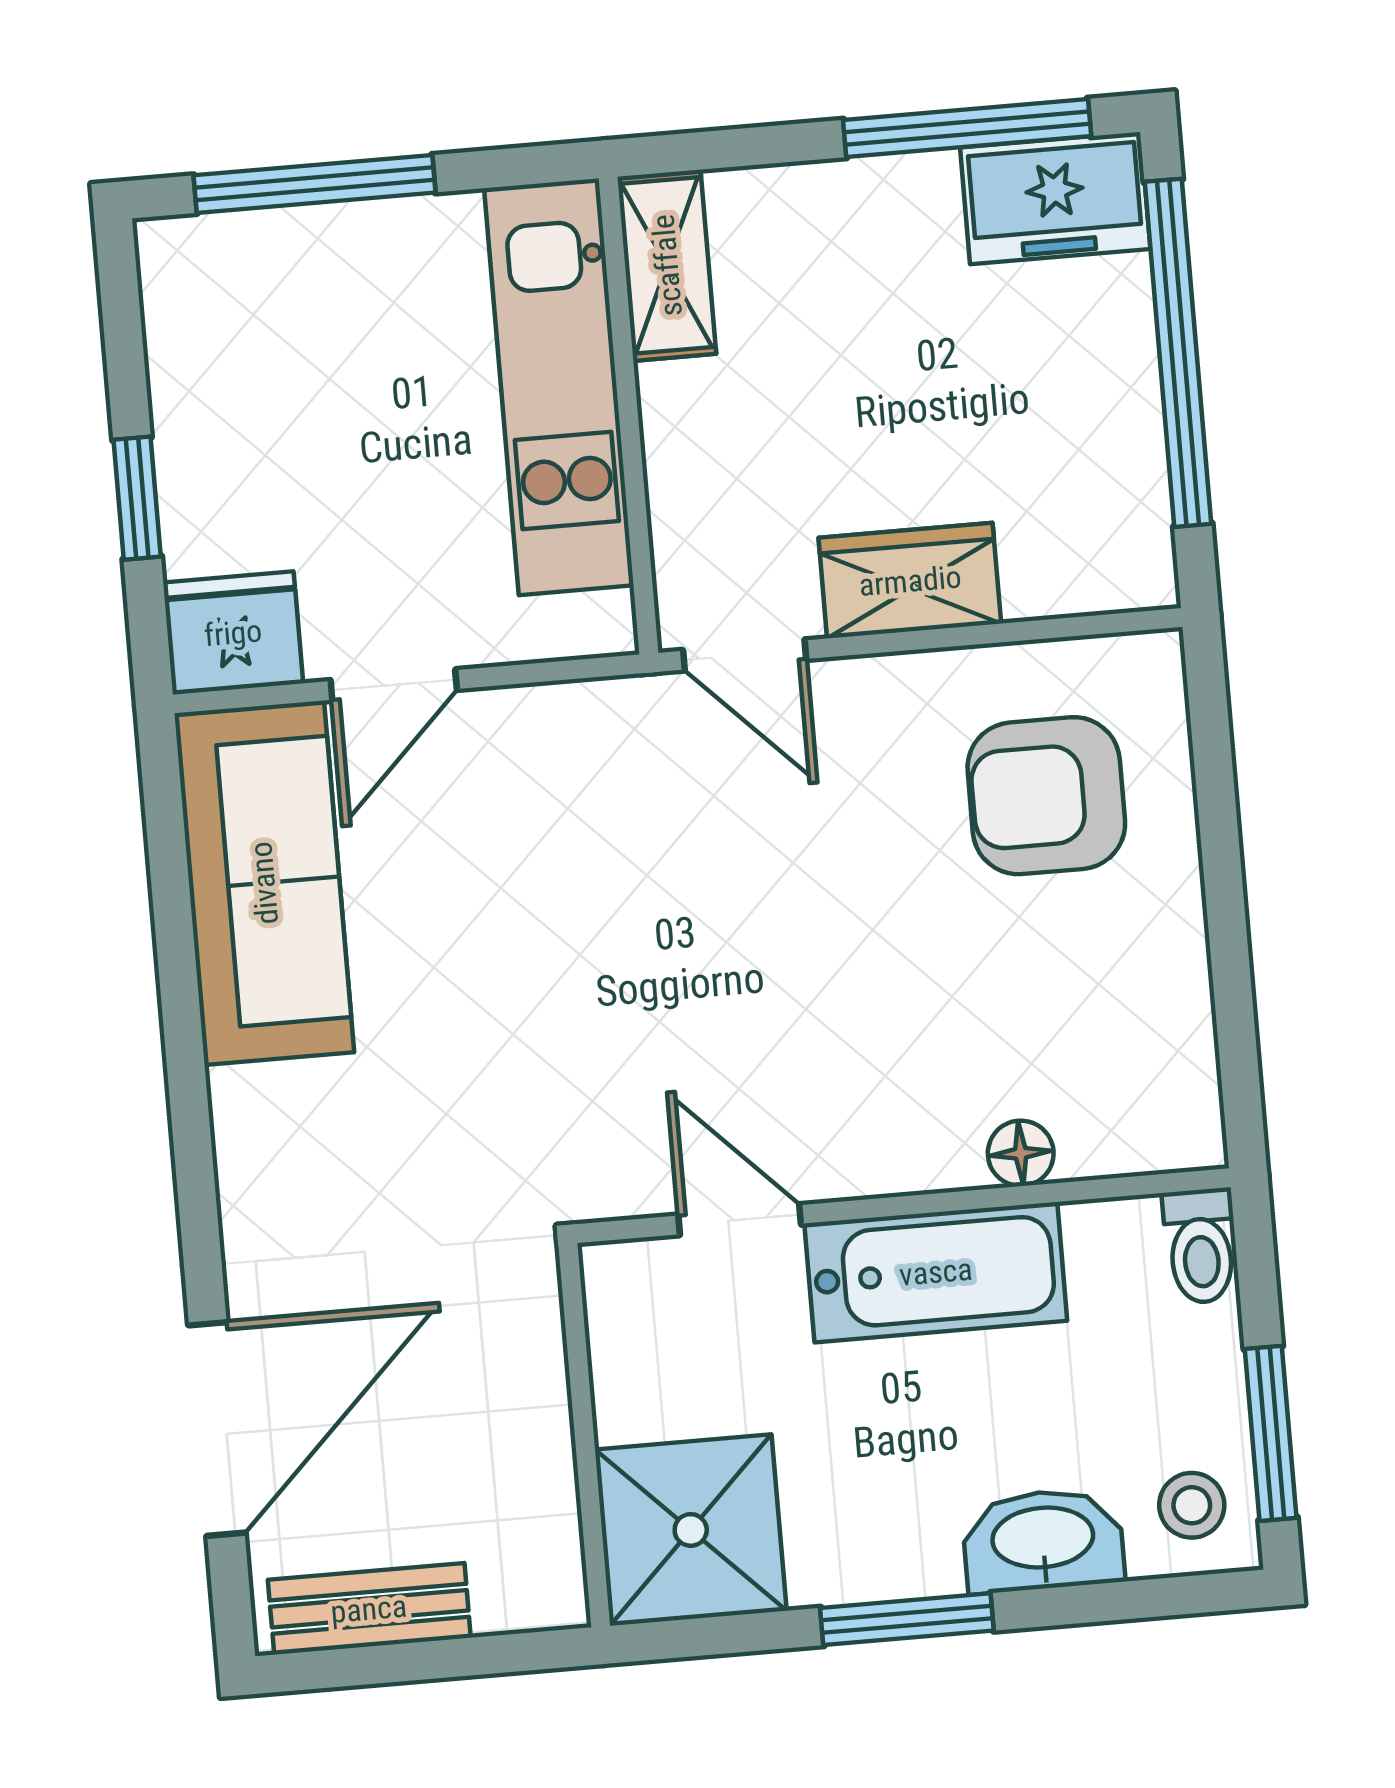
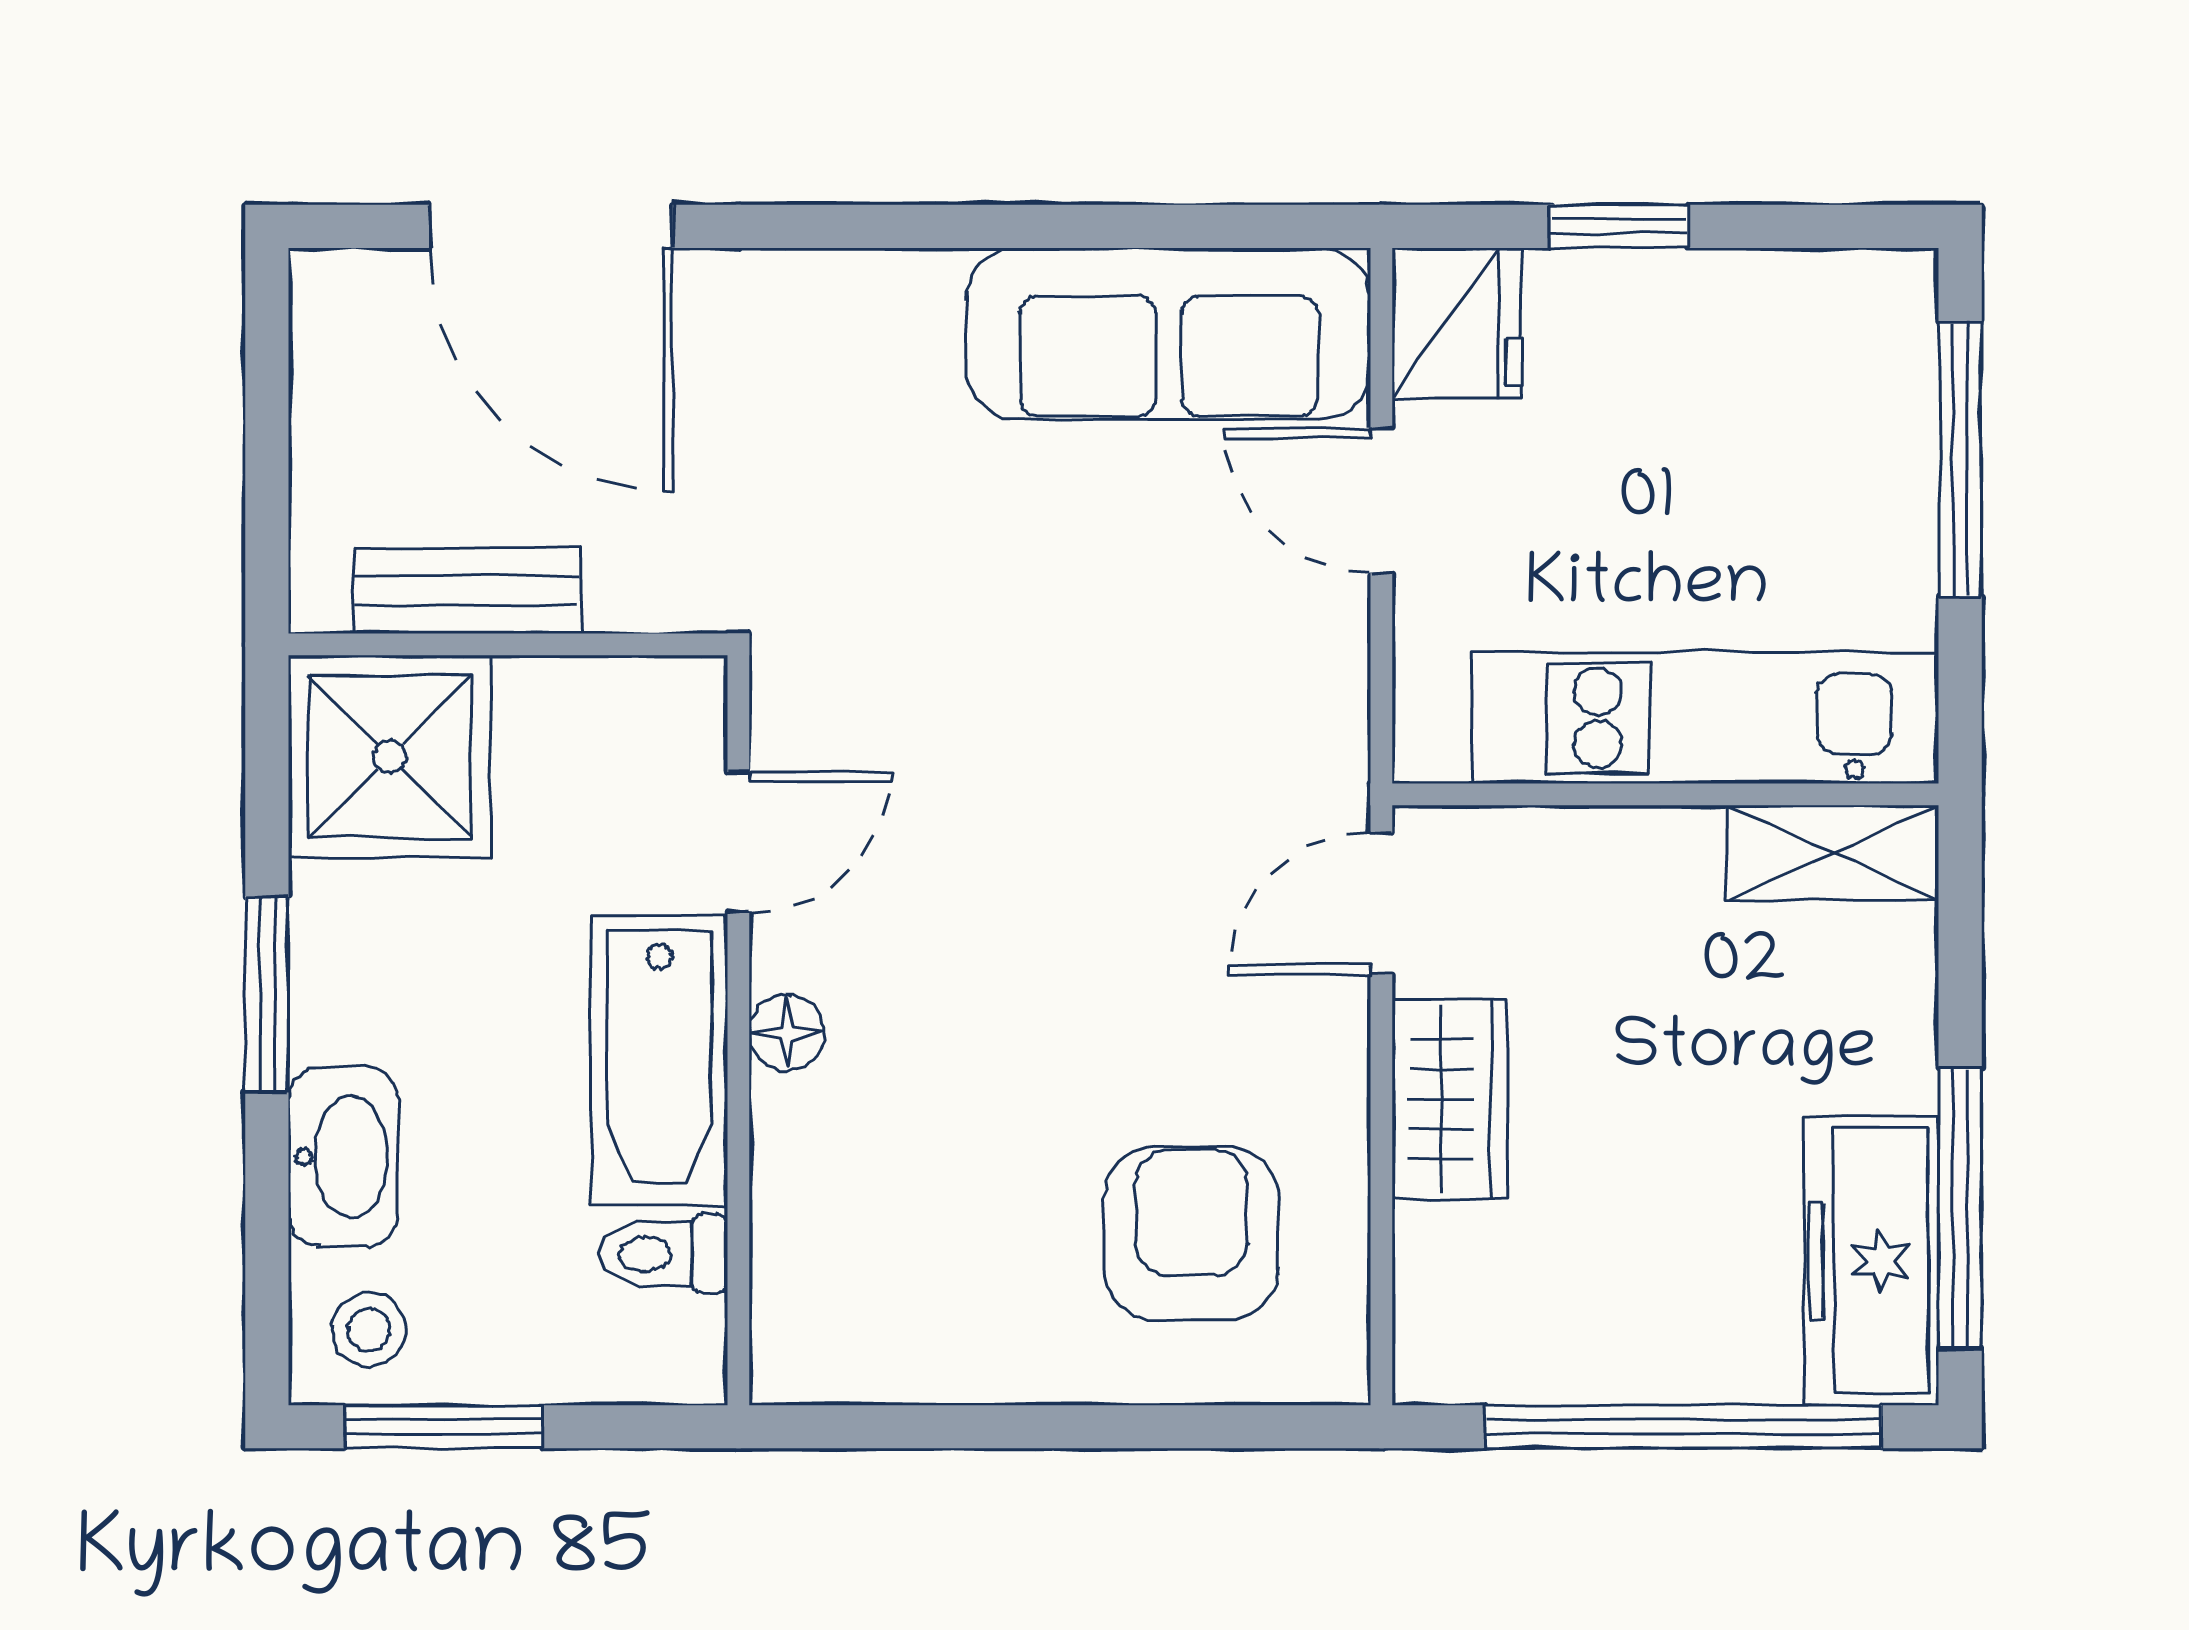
freezer: (1055, 198) -> (1872, 1261), width x1.40
floor lamp: (1021, 1153) -> (787, 1033), moved
toilet: (1201, 1246) -> (663, 1254), moved
bench: (369, 1609) -> (467, 591), moved, turned 90

